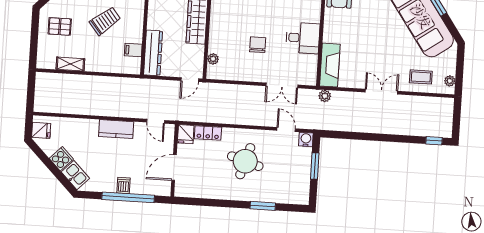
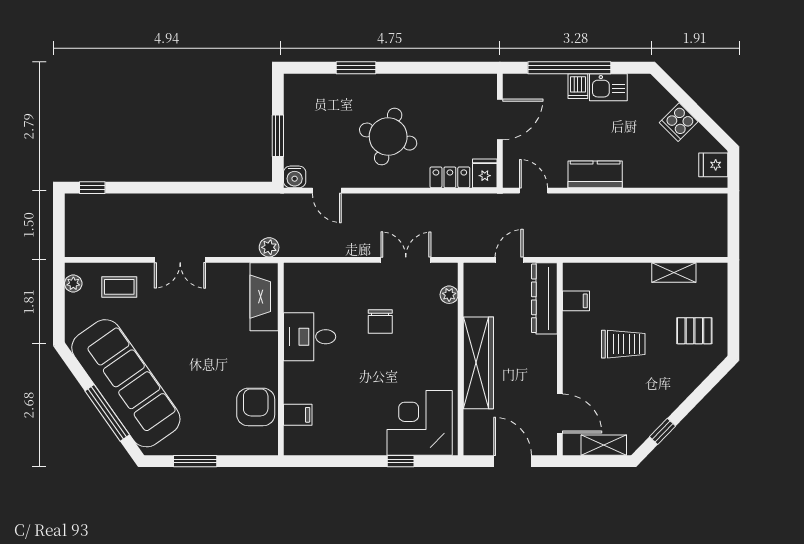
trolley: (105, 21) -> (623, 344), turned -141
door: (190, 80) -> (509, 260), moved
double door: (282, 85) -> (406, 260), moved
kitchen sink: (75, 175) -> (608, 87), moved, turned -45

